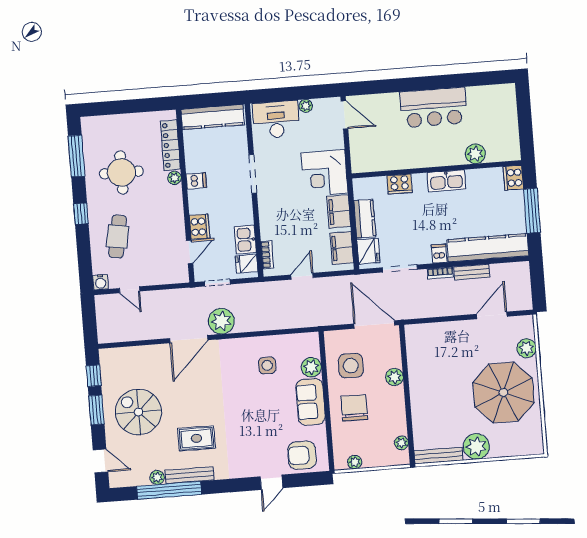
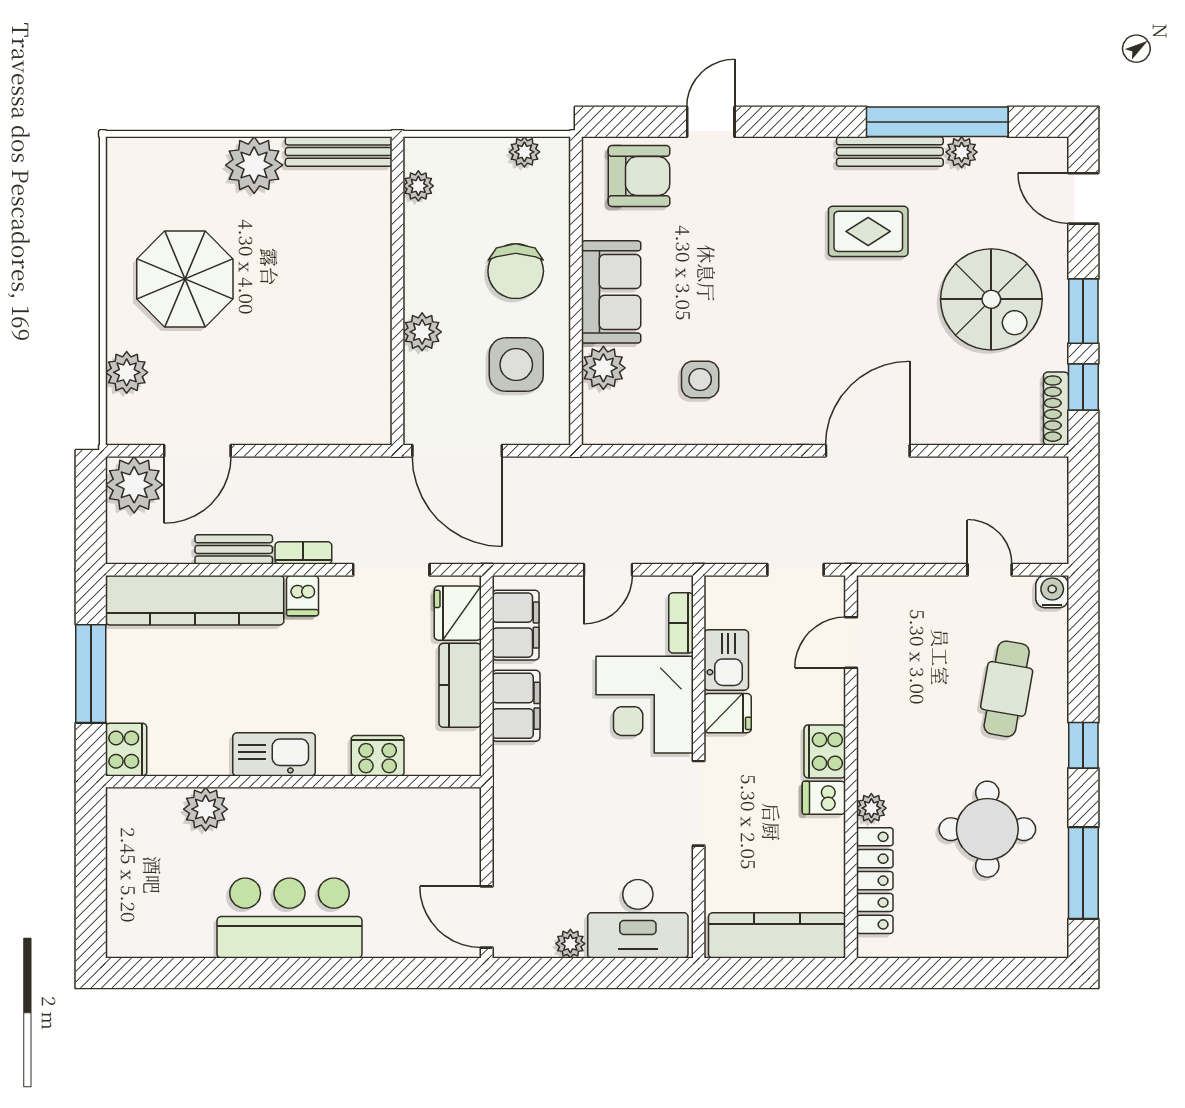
corner desk: (324, 173) -> (645, 705), moved, turned 180
cooker: (200, 227) -> (825, 751), moved
fridge: (247, 264) -> (728, 713), moved
plant: (221, 321) -> (134, 485), moved
shoe rack: (105, 365) -> (1056, 409), added
parasol: (504, 392) -> (185, 279), width x0.73, depth x0.73

